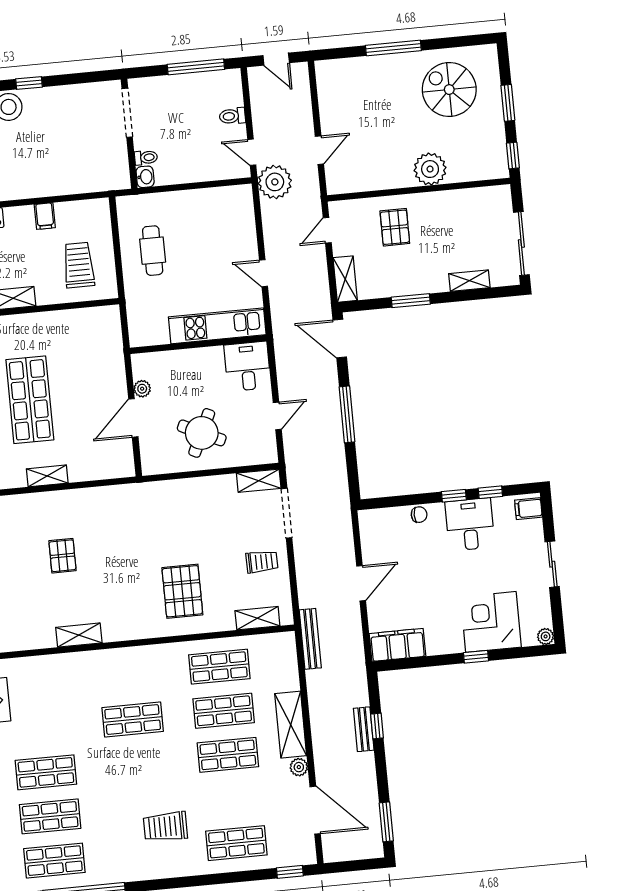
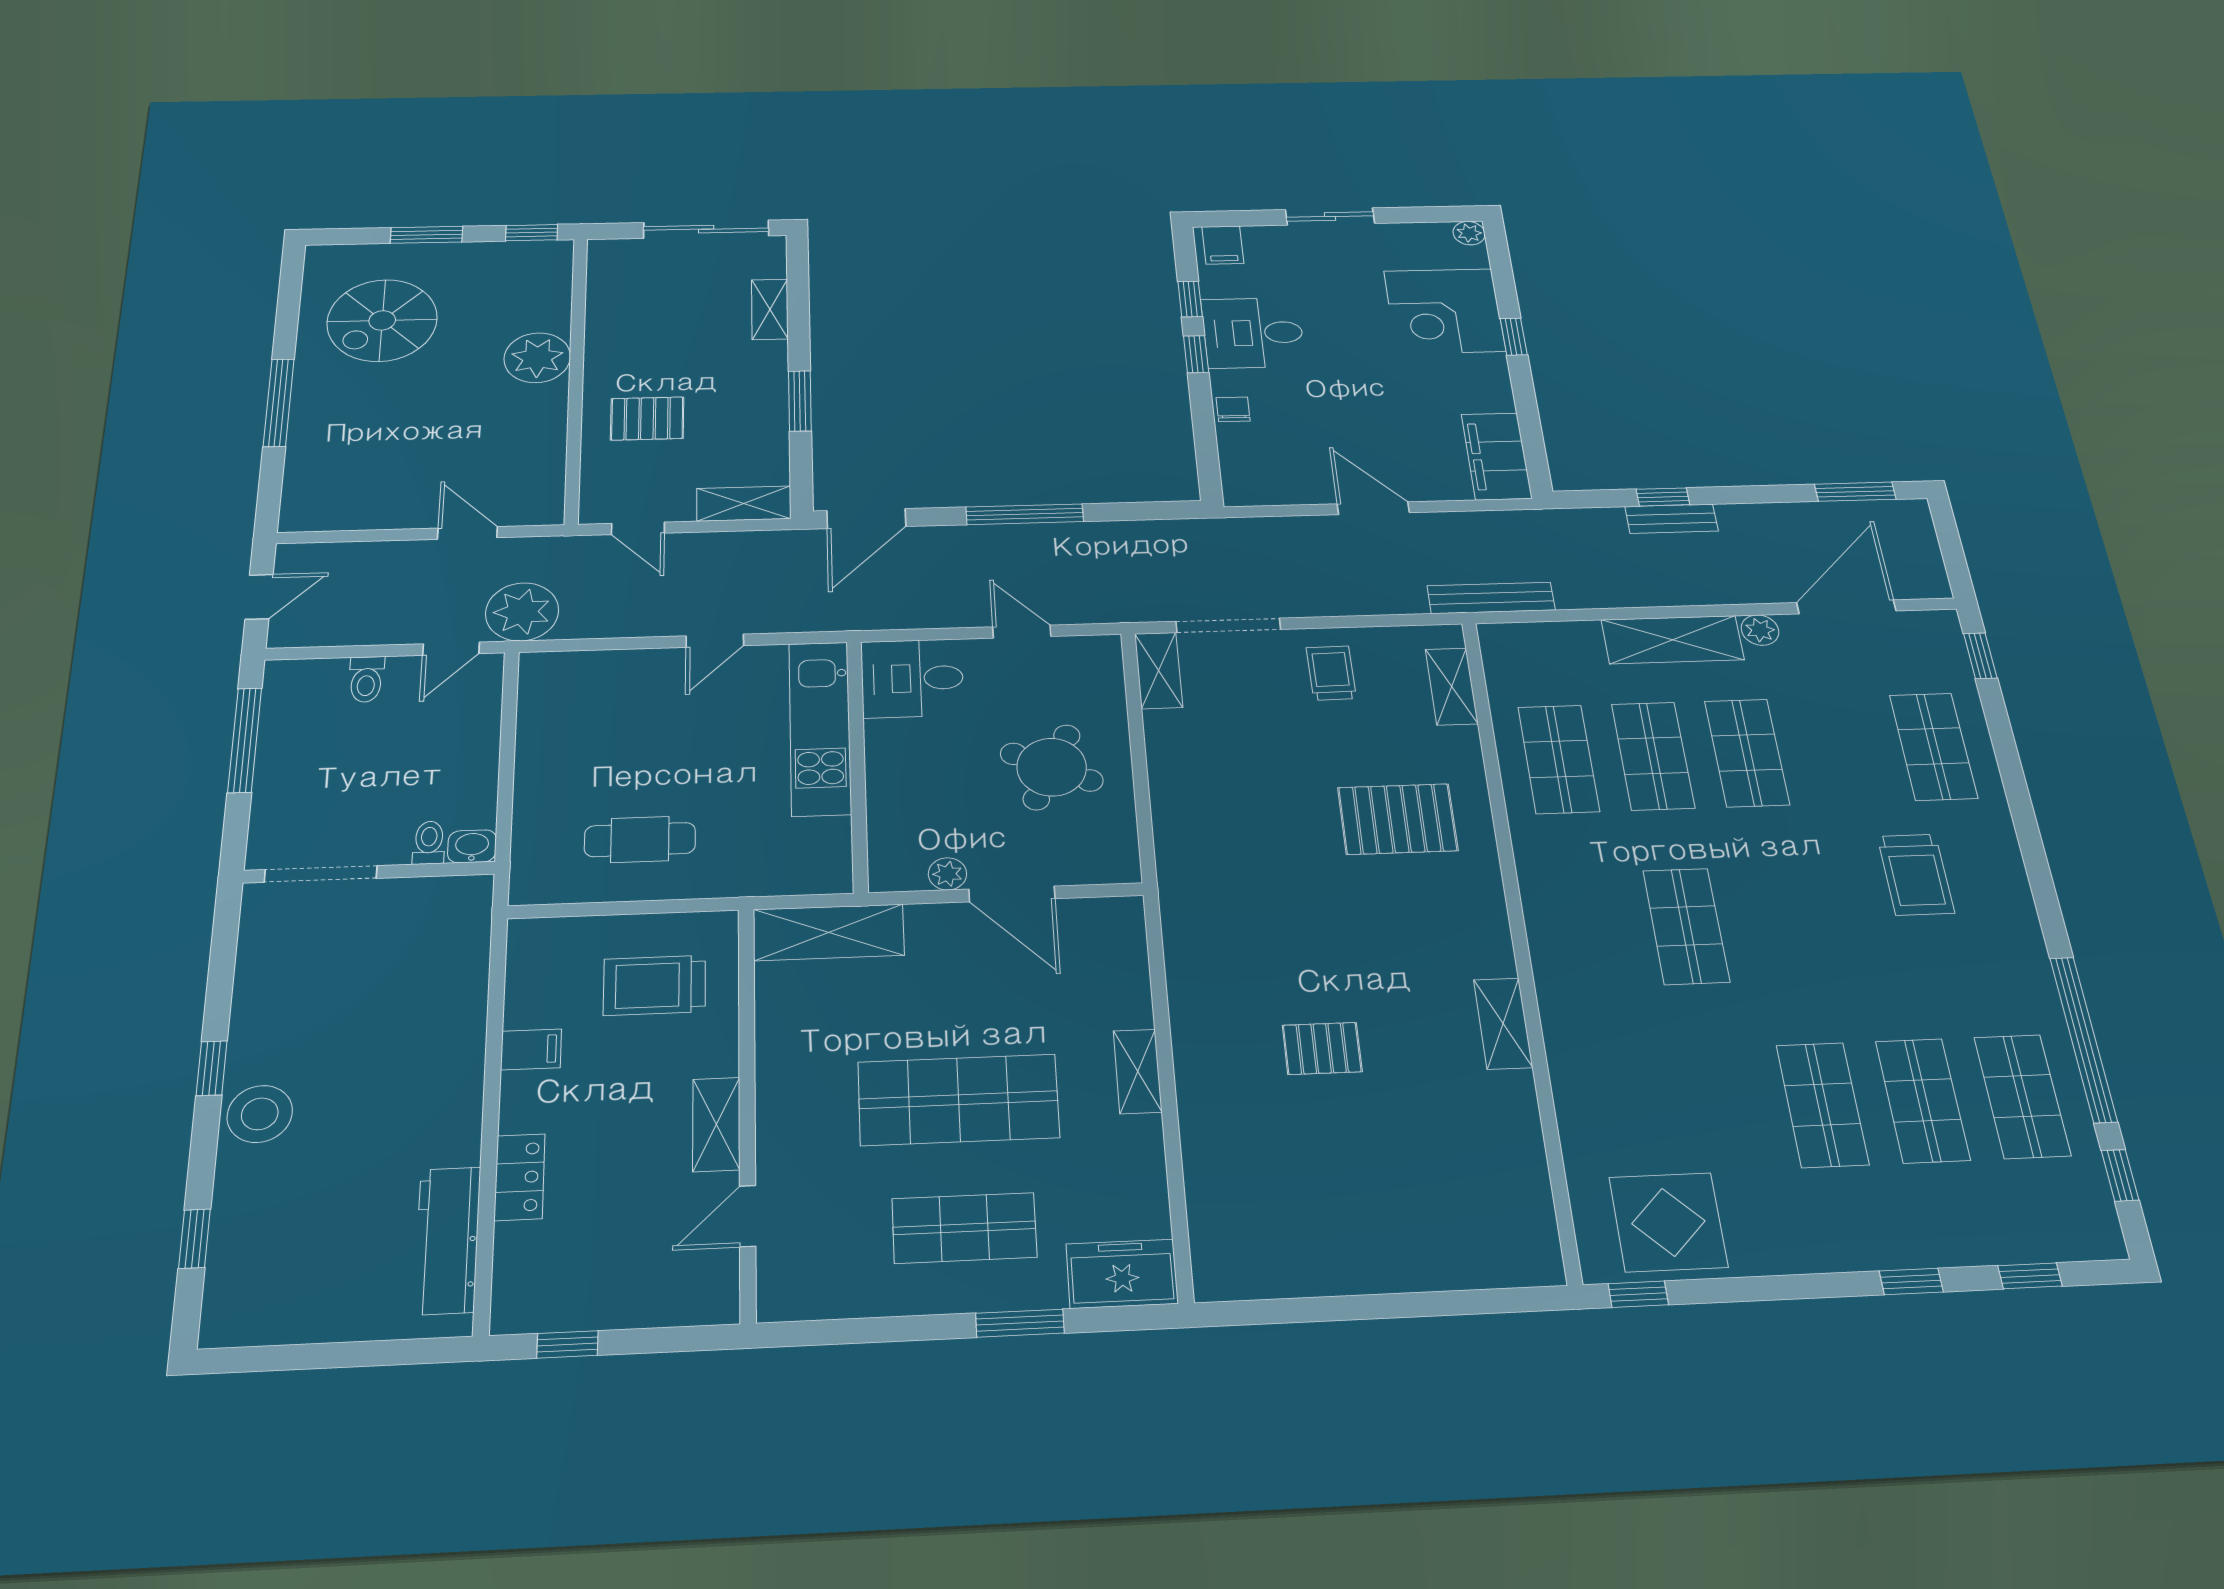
shelving: (109, 338) -> (829, 932), added

